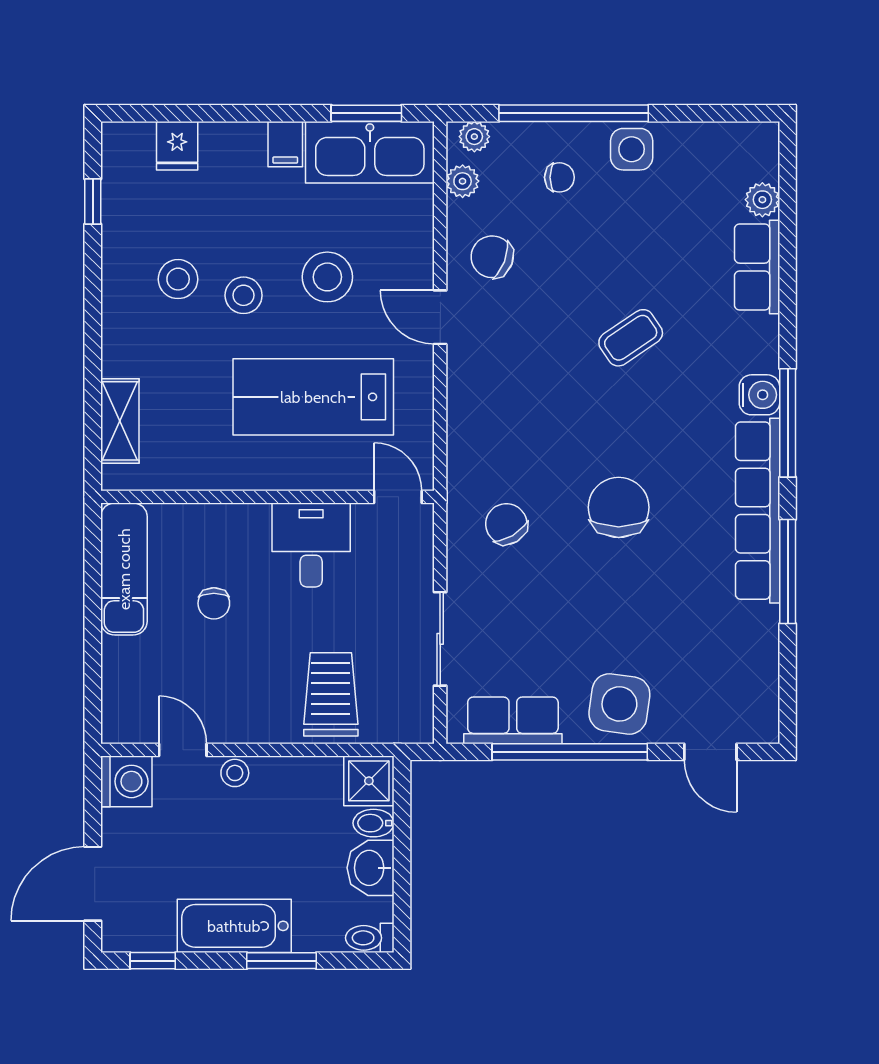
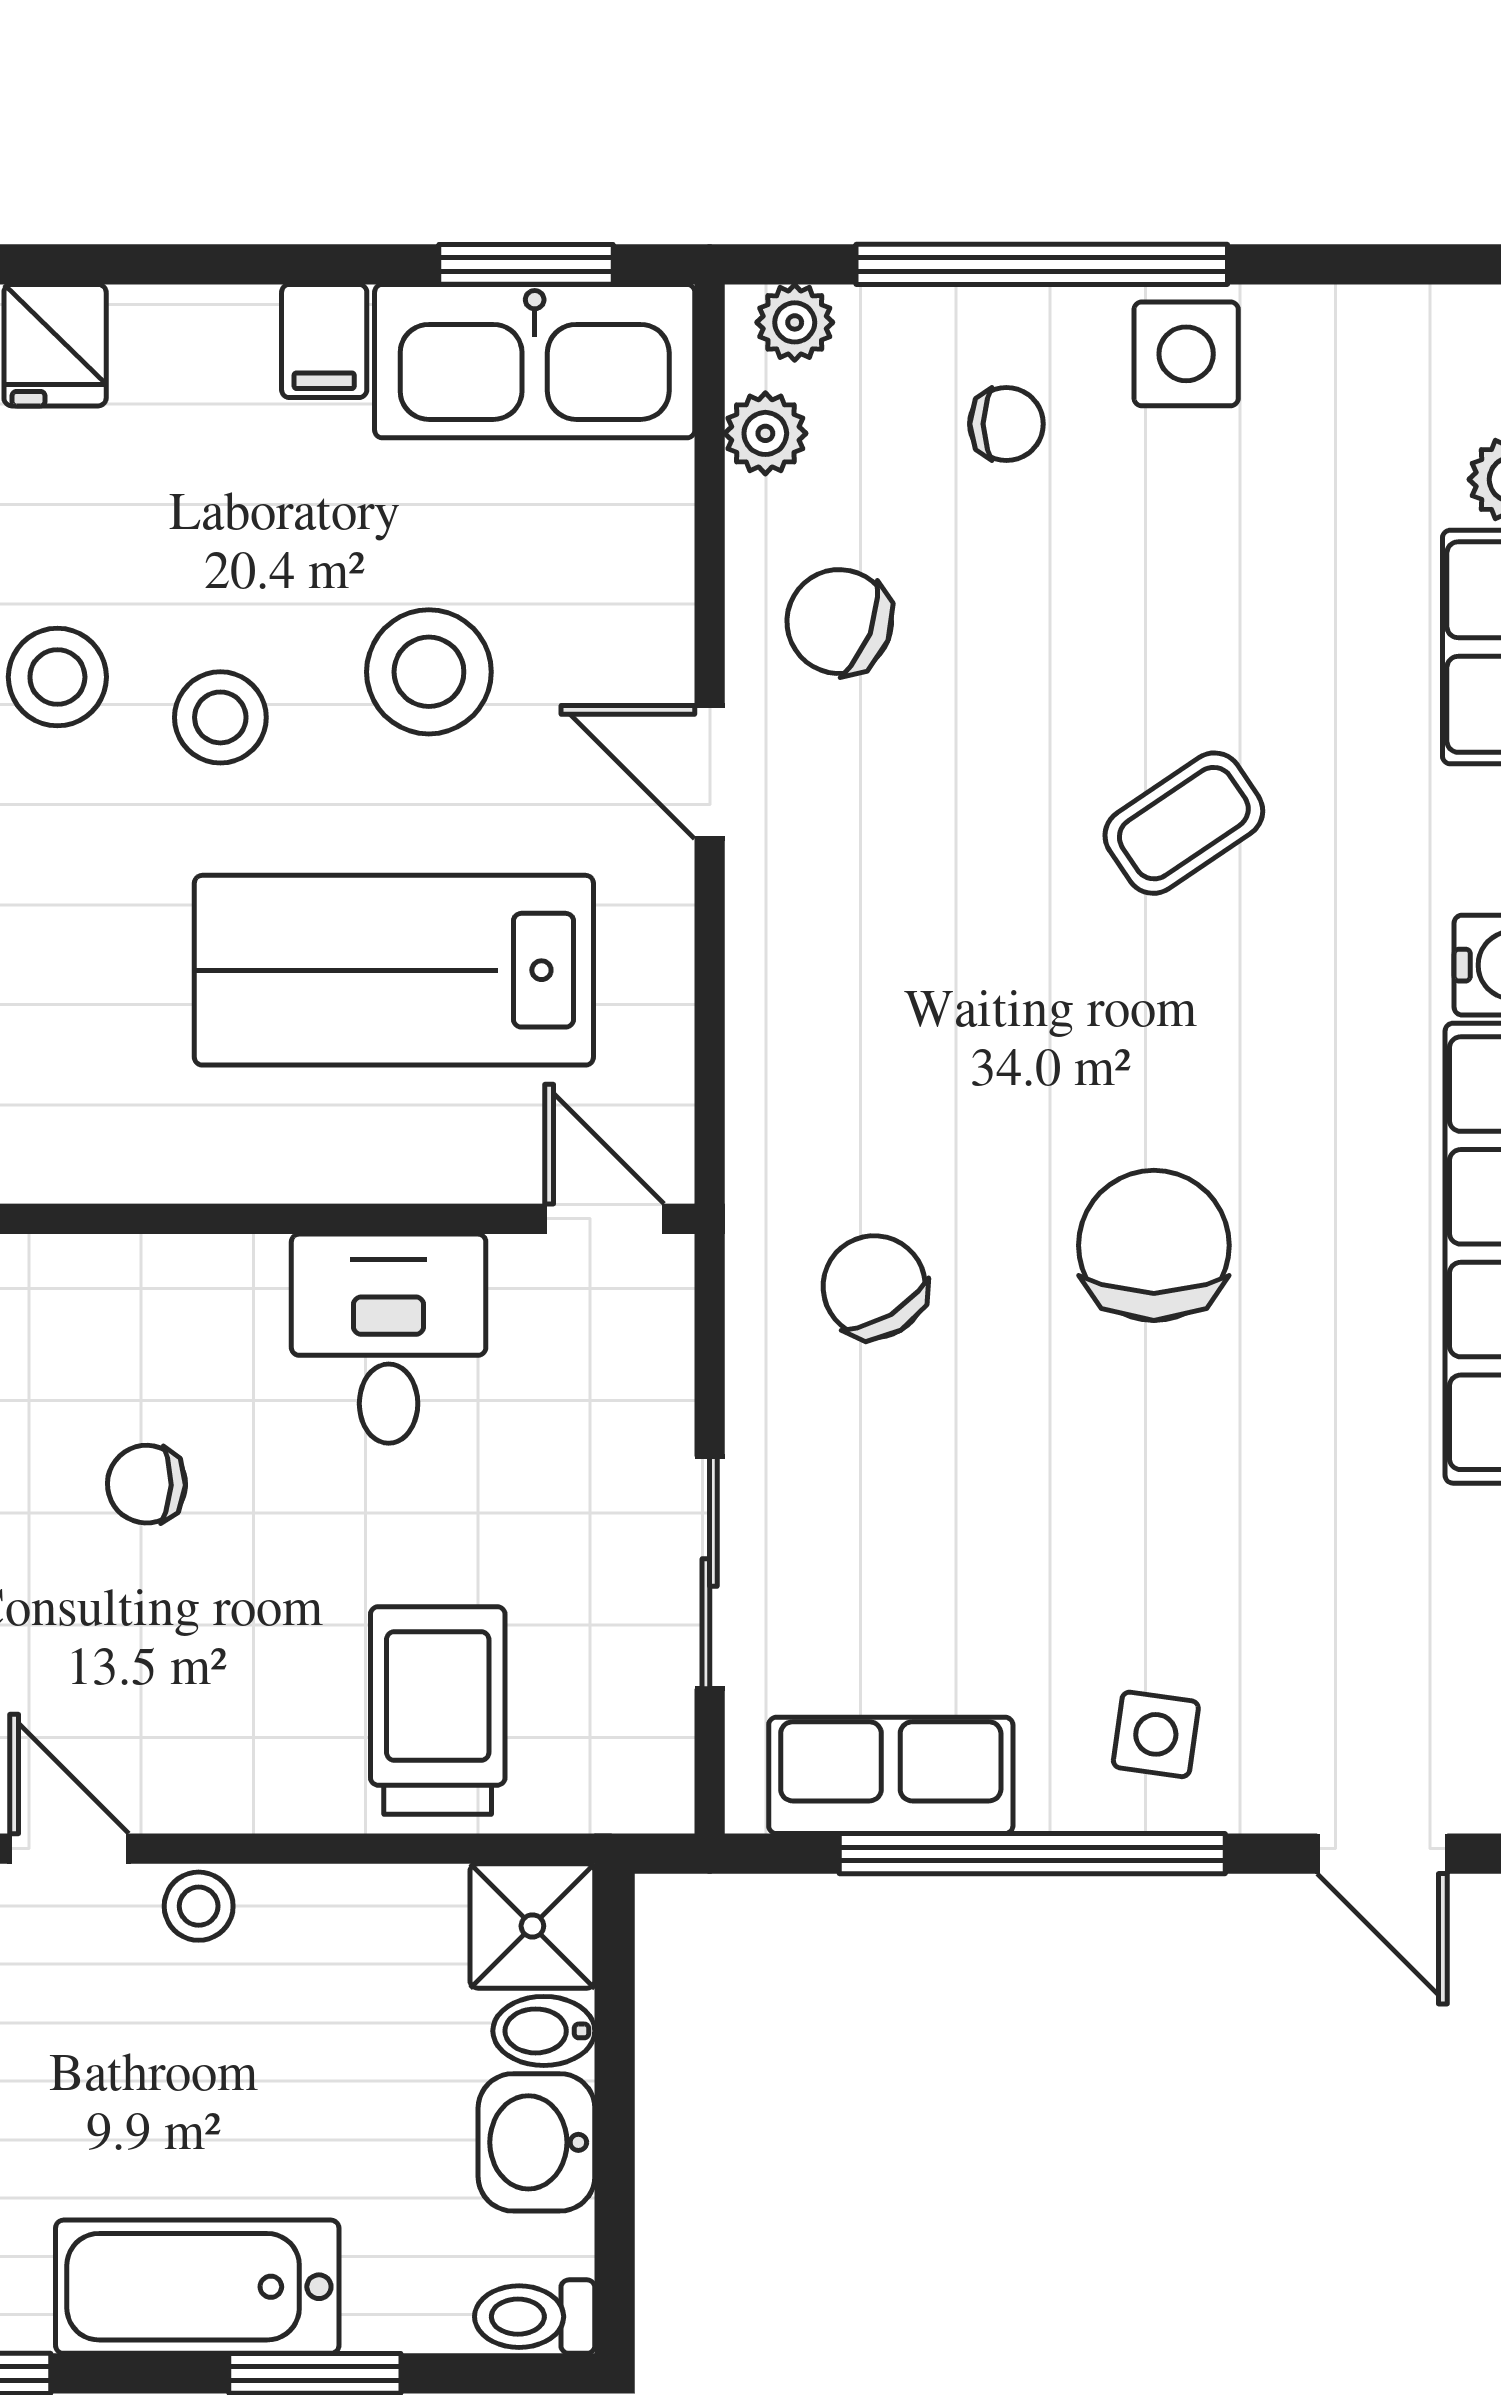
chair: (214, 603) -> (146, 1484), turned 92
side table: (619, 704) -> (1156, 1734), width x0.54, depth x0.54

